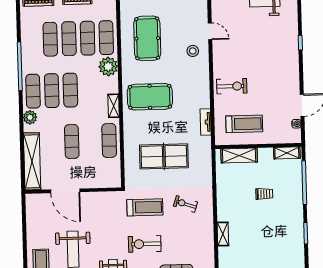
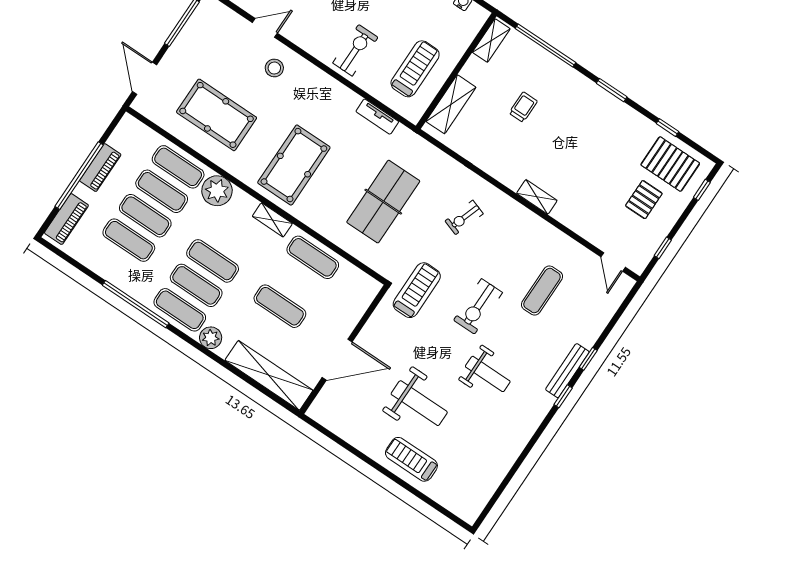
treadmill: (145, 207) -> (417, 290), moved

